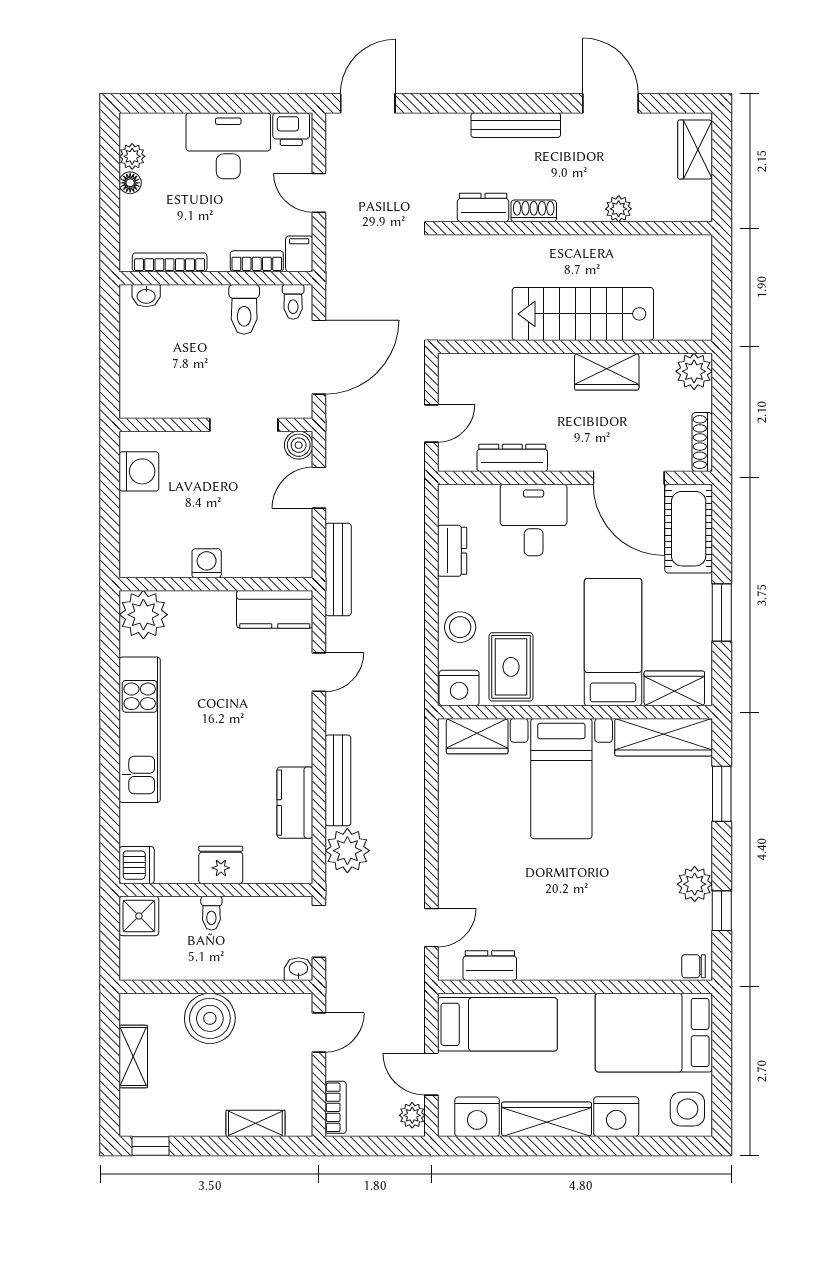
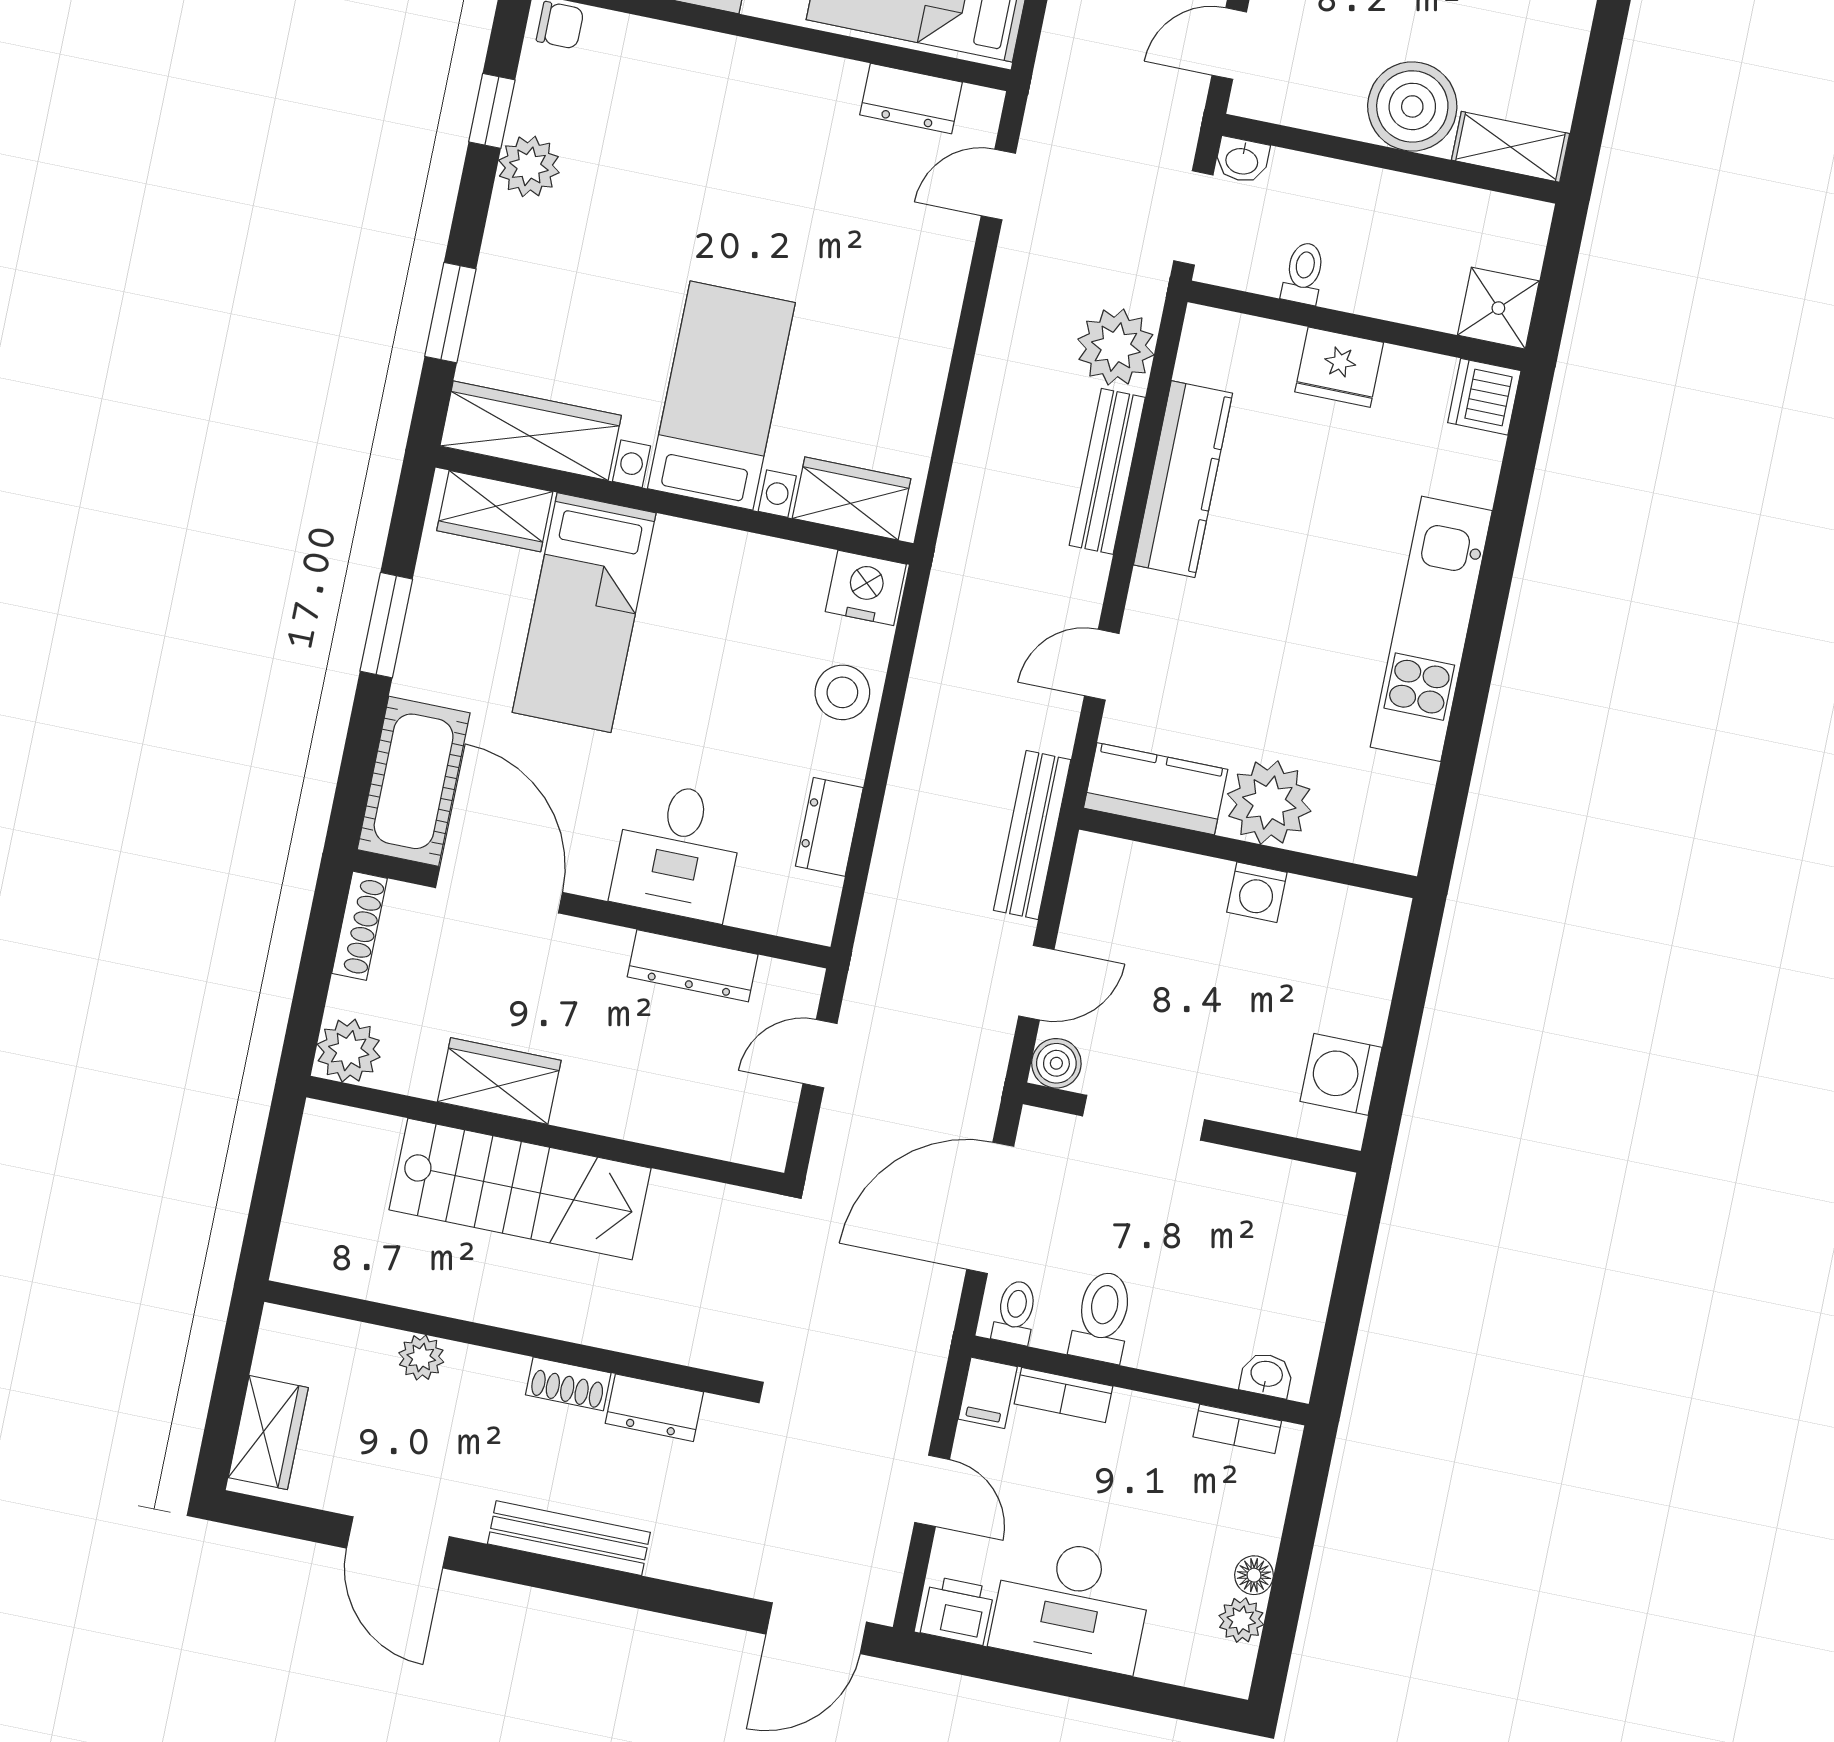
bookcase: (170, 262) -> (1237, 1429), width x0.64
plant: (143, 615) -> (1269, 803), moved
rug: (511, 667) -> (769, 606), removed
kitchen counter: (295, 803) -> (1183, 479), width x1.50
toilet: (211, 913) -> (1304, 273), moved
shelving: (133, 1056) -> (1511, 147), moved, turned 90

